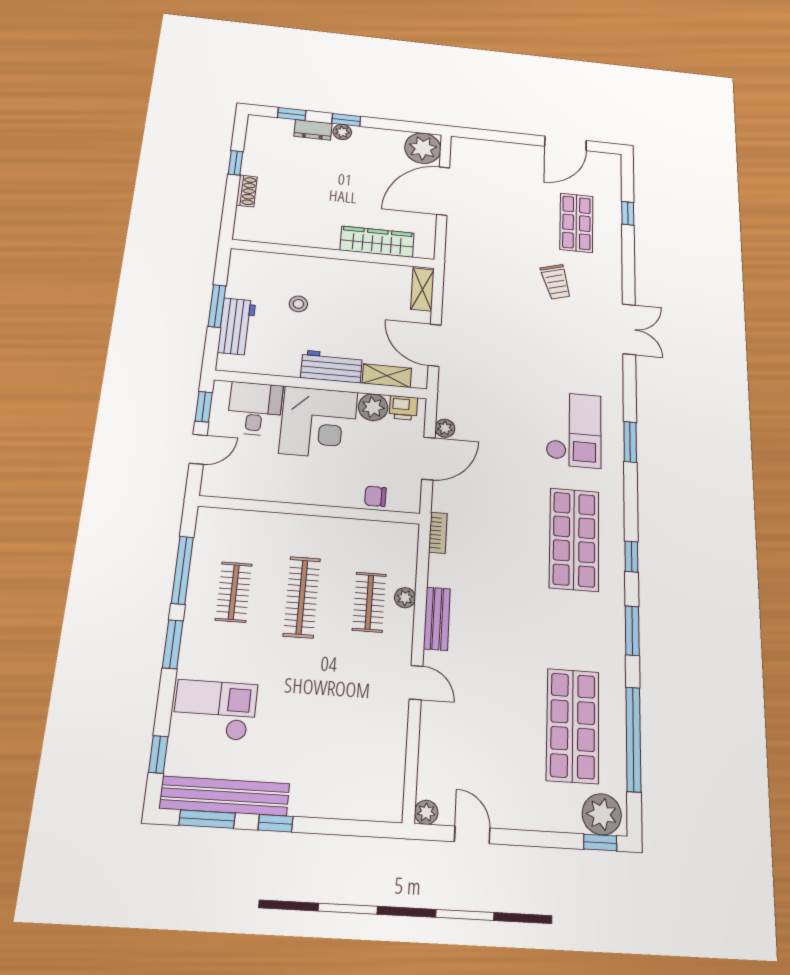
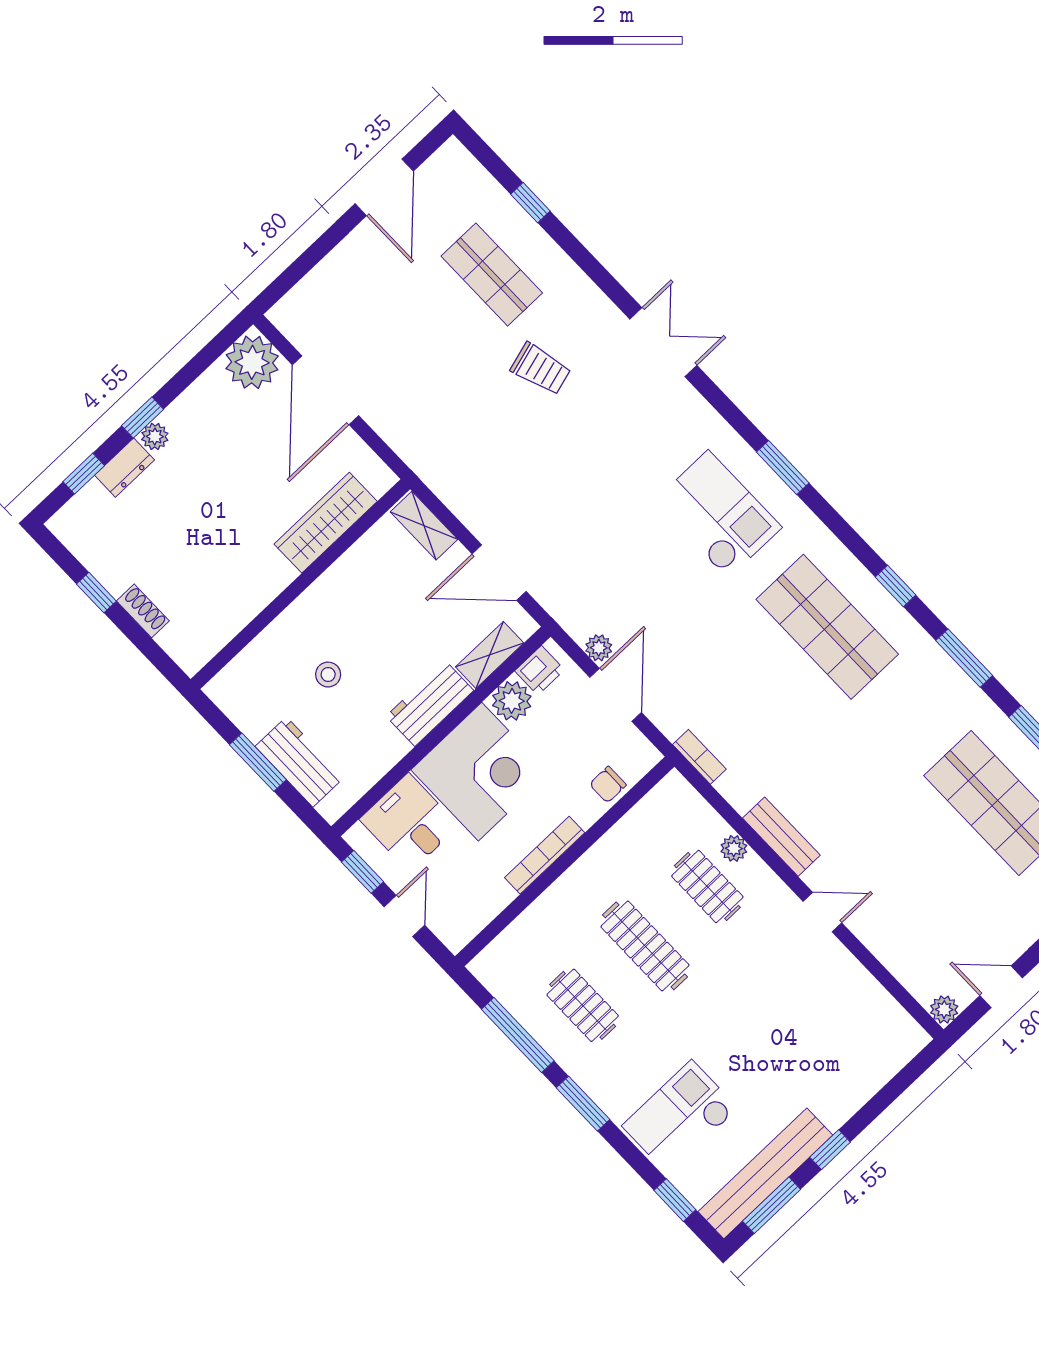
bookcase: (303, 496) -> (545, 855), added

